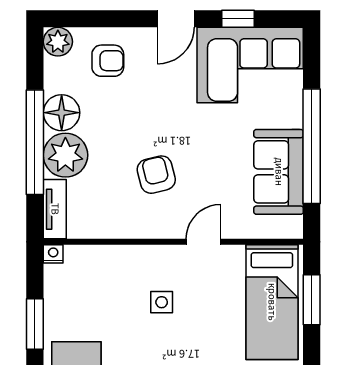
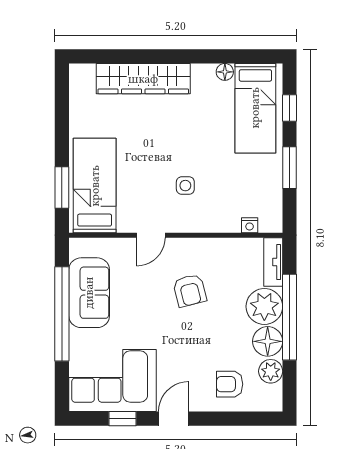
plant: (58, 42) -> (271, 371), moved
nightstand: (53, 254) -> (250, 225), moved

